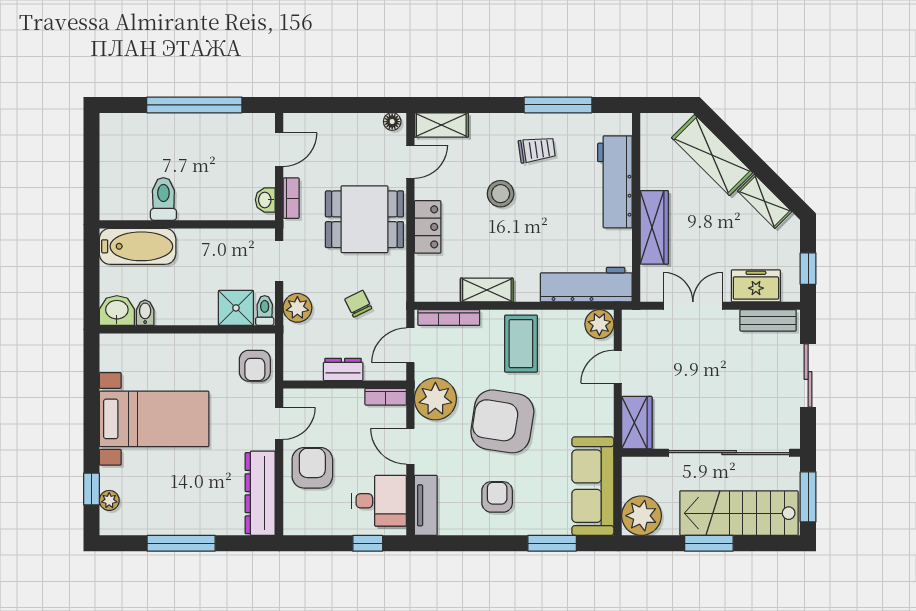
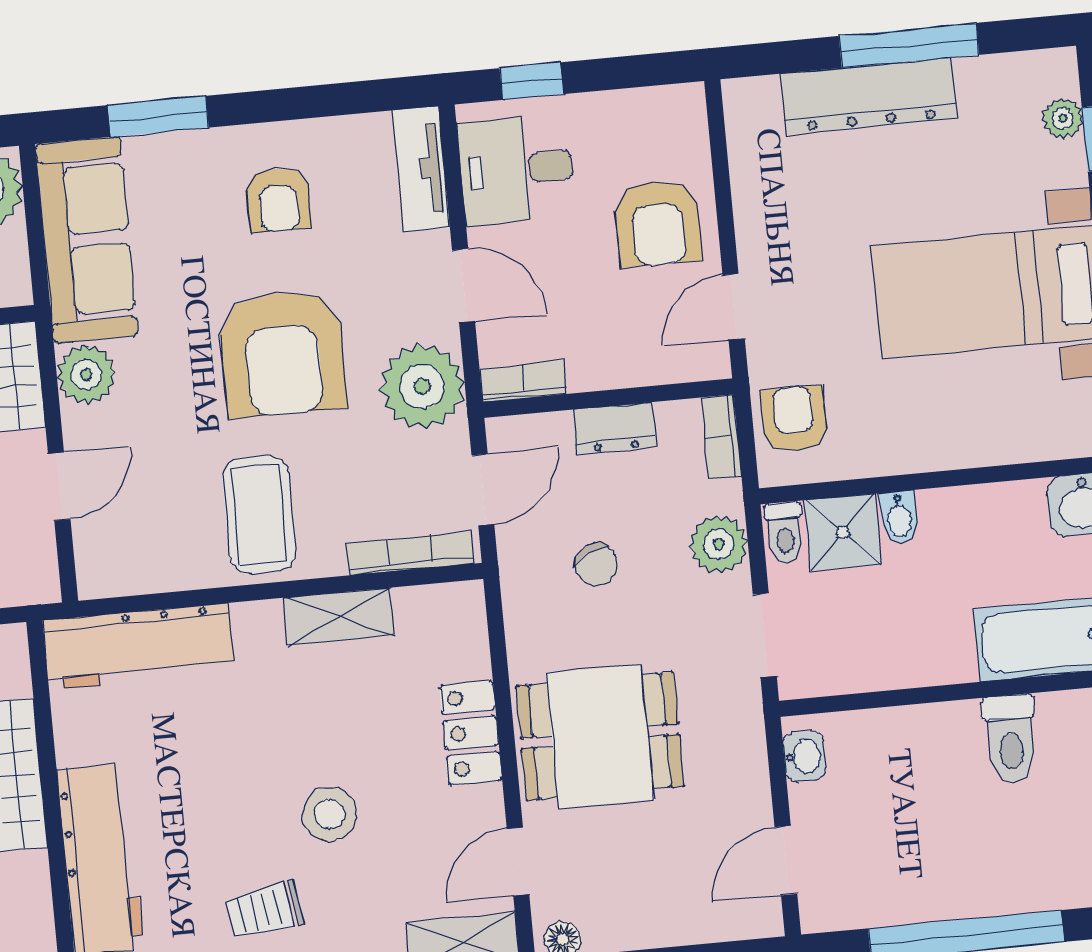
bookcase: (291, 198) -> (721, 437), moved
bidet: (145, 313) -> (899, 517), moved
plant: (599, 324) -> (86, 374), moved
armchair: (502, 421) -> (282, 353), turned 81
dresser: (260, 493) -> (869, 96), moved, turned 90

